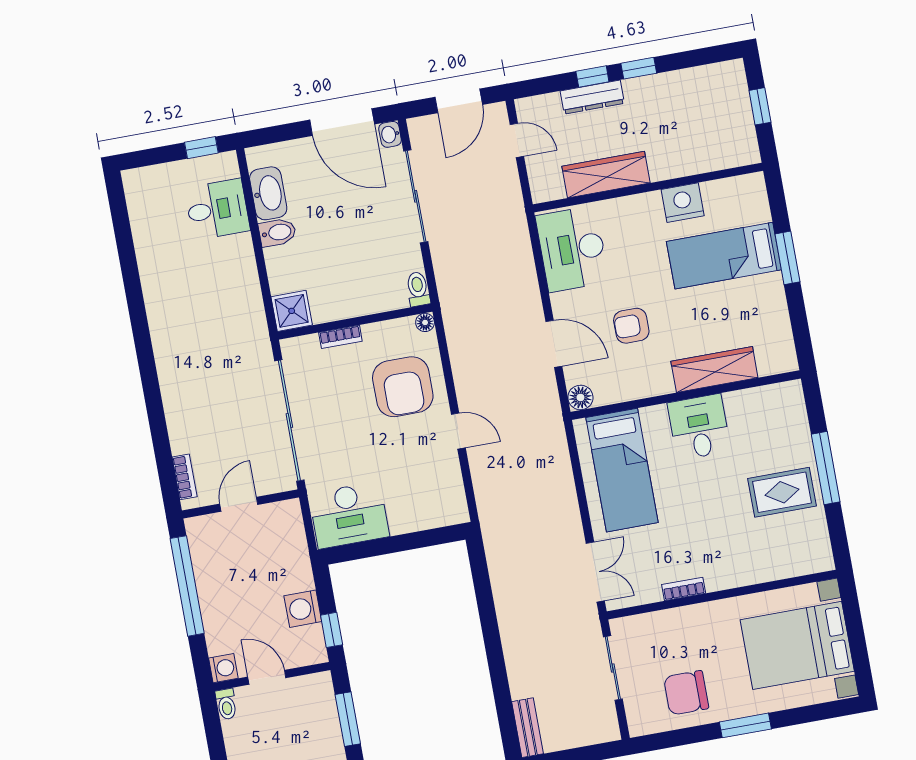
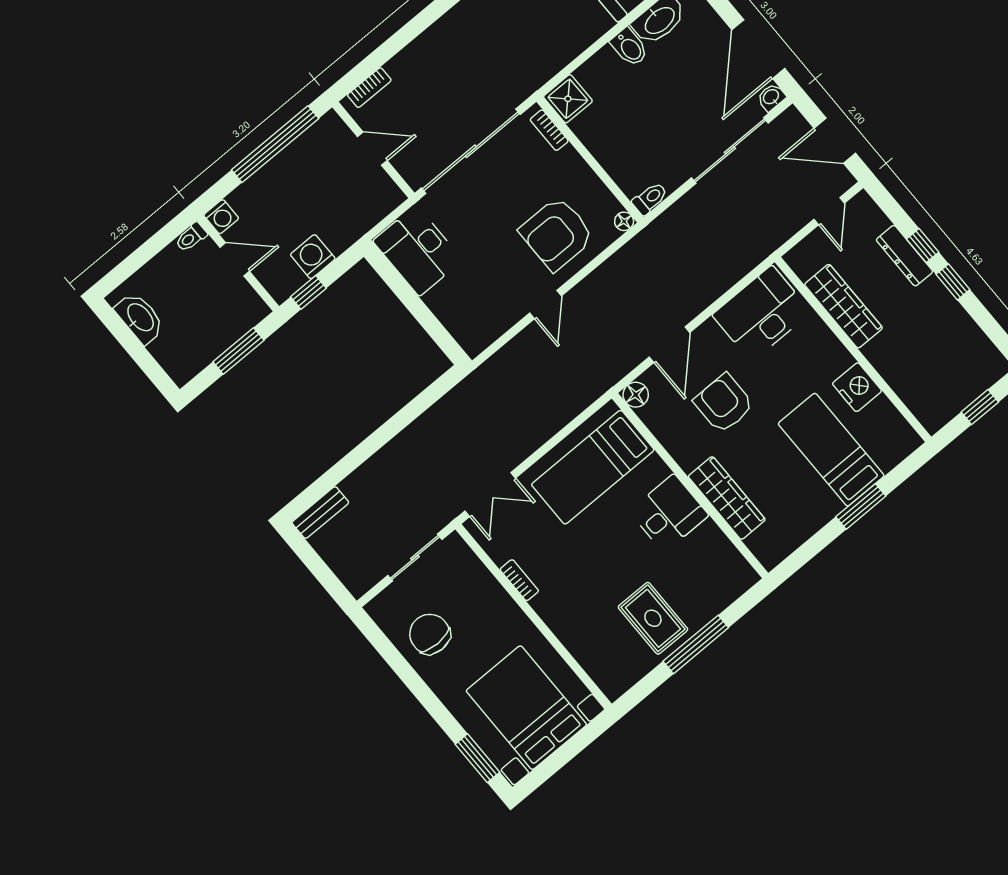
armchair: (631, 326) -> (724, 403), width x1.38, depth x1.38
bookcase: (340, 337) -> (549, 130), moved
door: (267, 677) -> (235, 259), hinge flipped
window: (745, 725) -> (477, 758), moved

